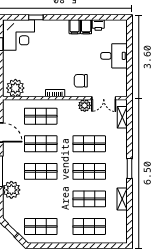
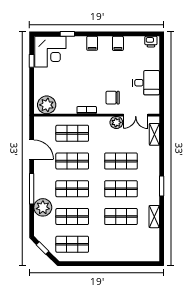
printer: (98, 25) -> (151, 42), moved
filing cabinet: (75, 27) -> (92, 43), moved
desk: (114, 56) -> (146, 83), moved
shop shelf: (89, 226) -> (72, 217), moved

